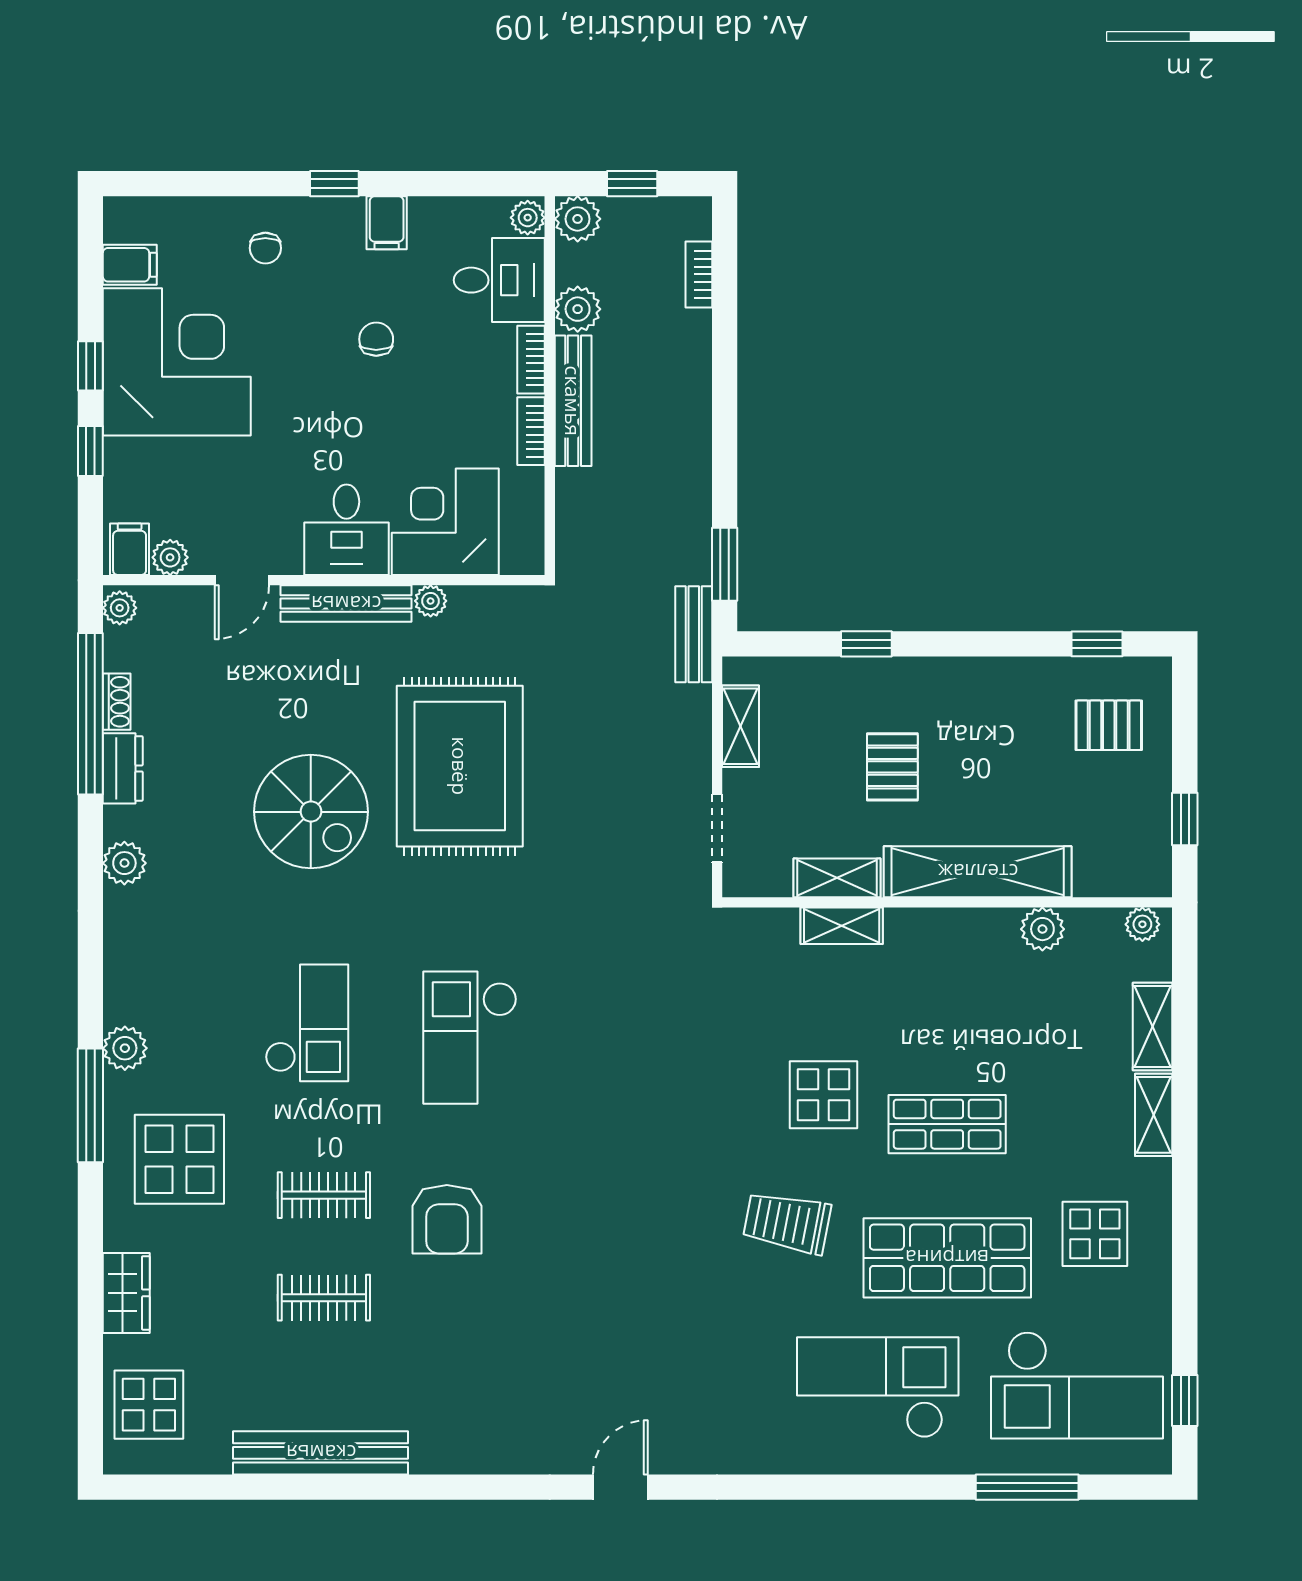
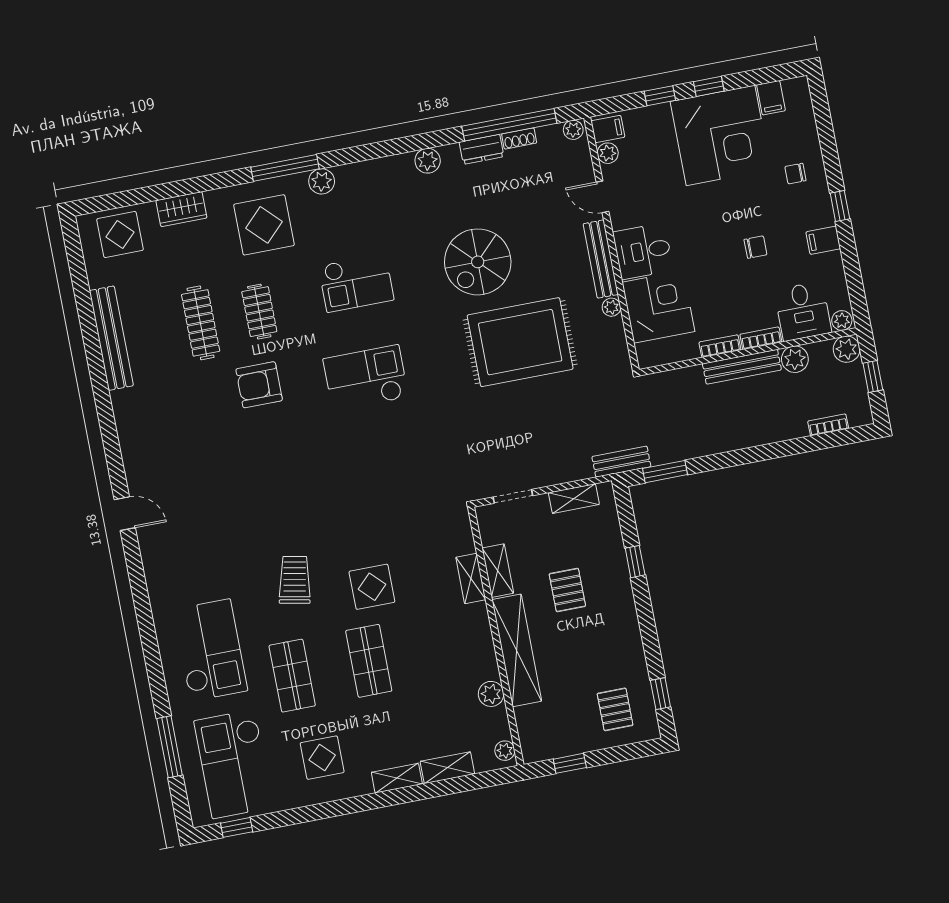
pallet: (892, 767) -> (567, 590), turned 90
shop shelf: (947, 1258) -> (292, 676), width x0.70, depth x0.74
clothes rail: (324, 1298) -> (201, 323), width x1.36

